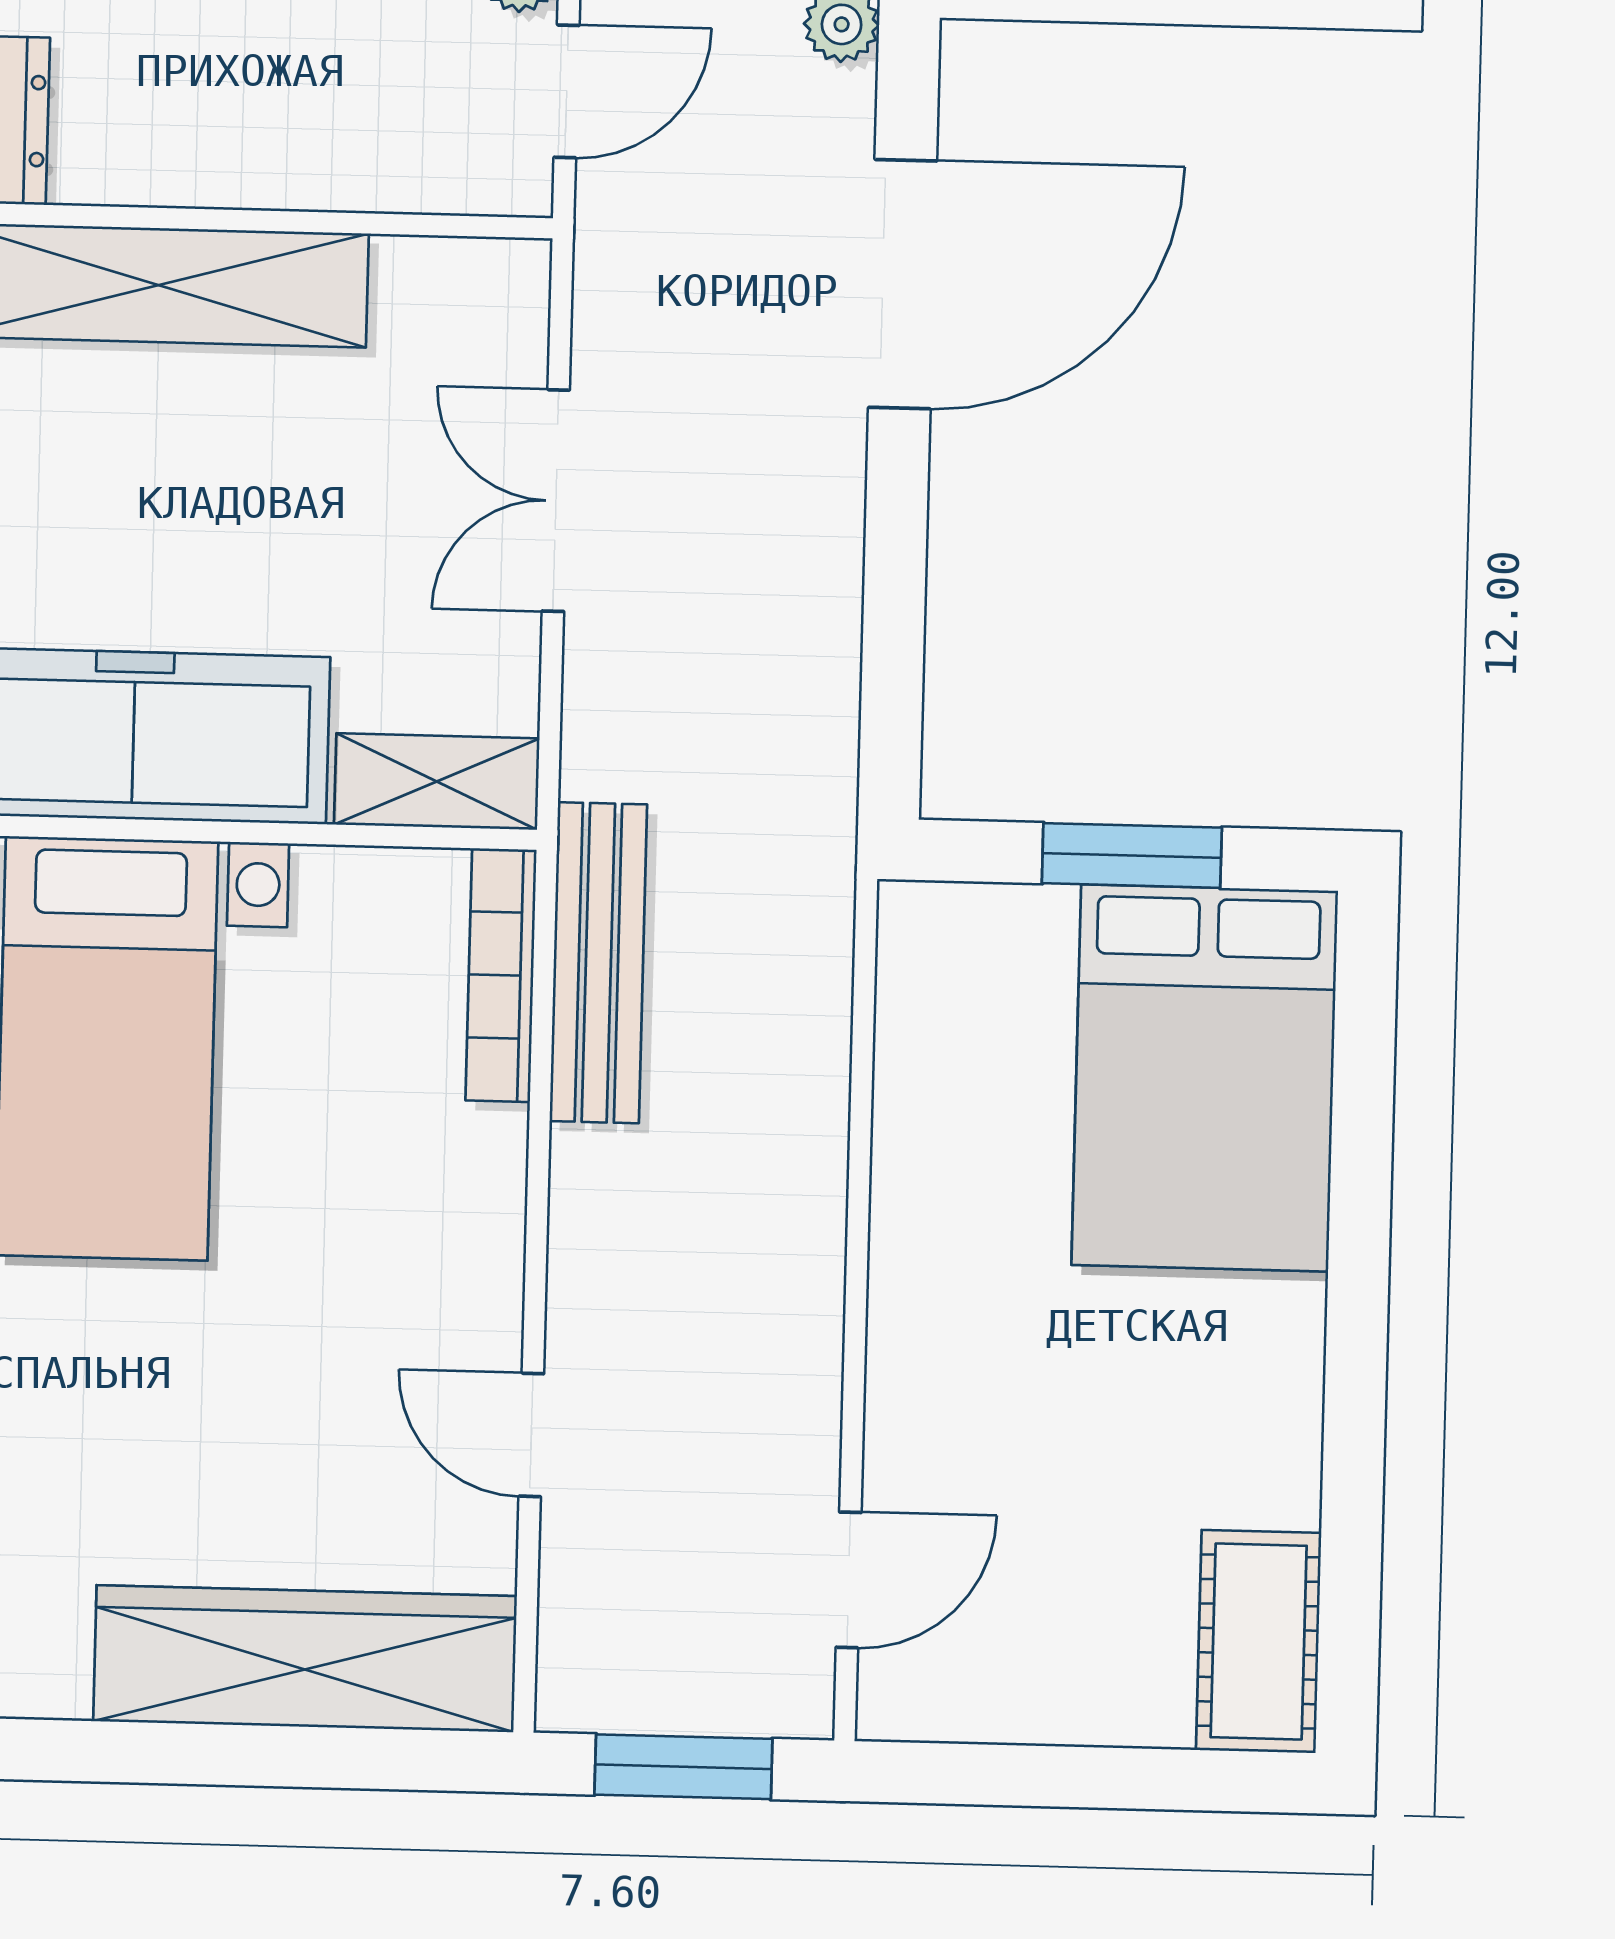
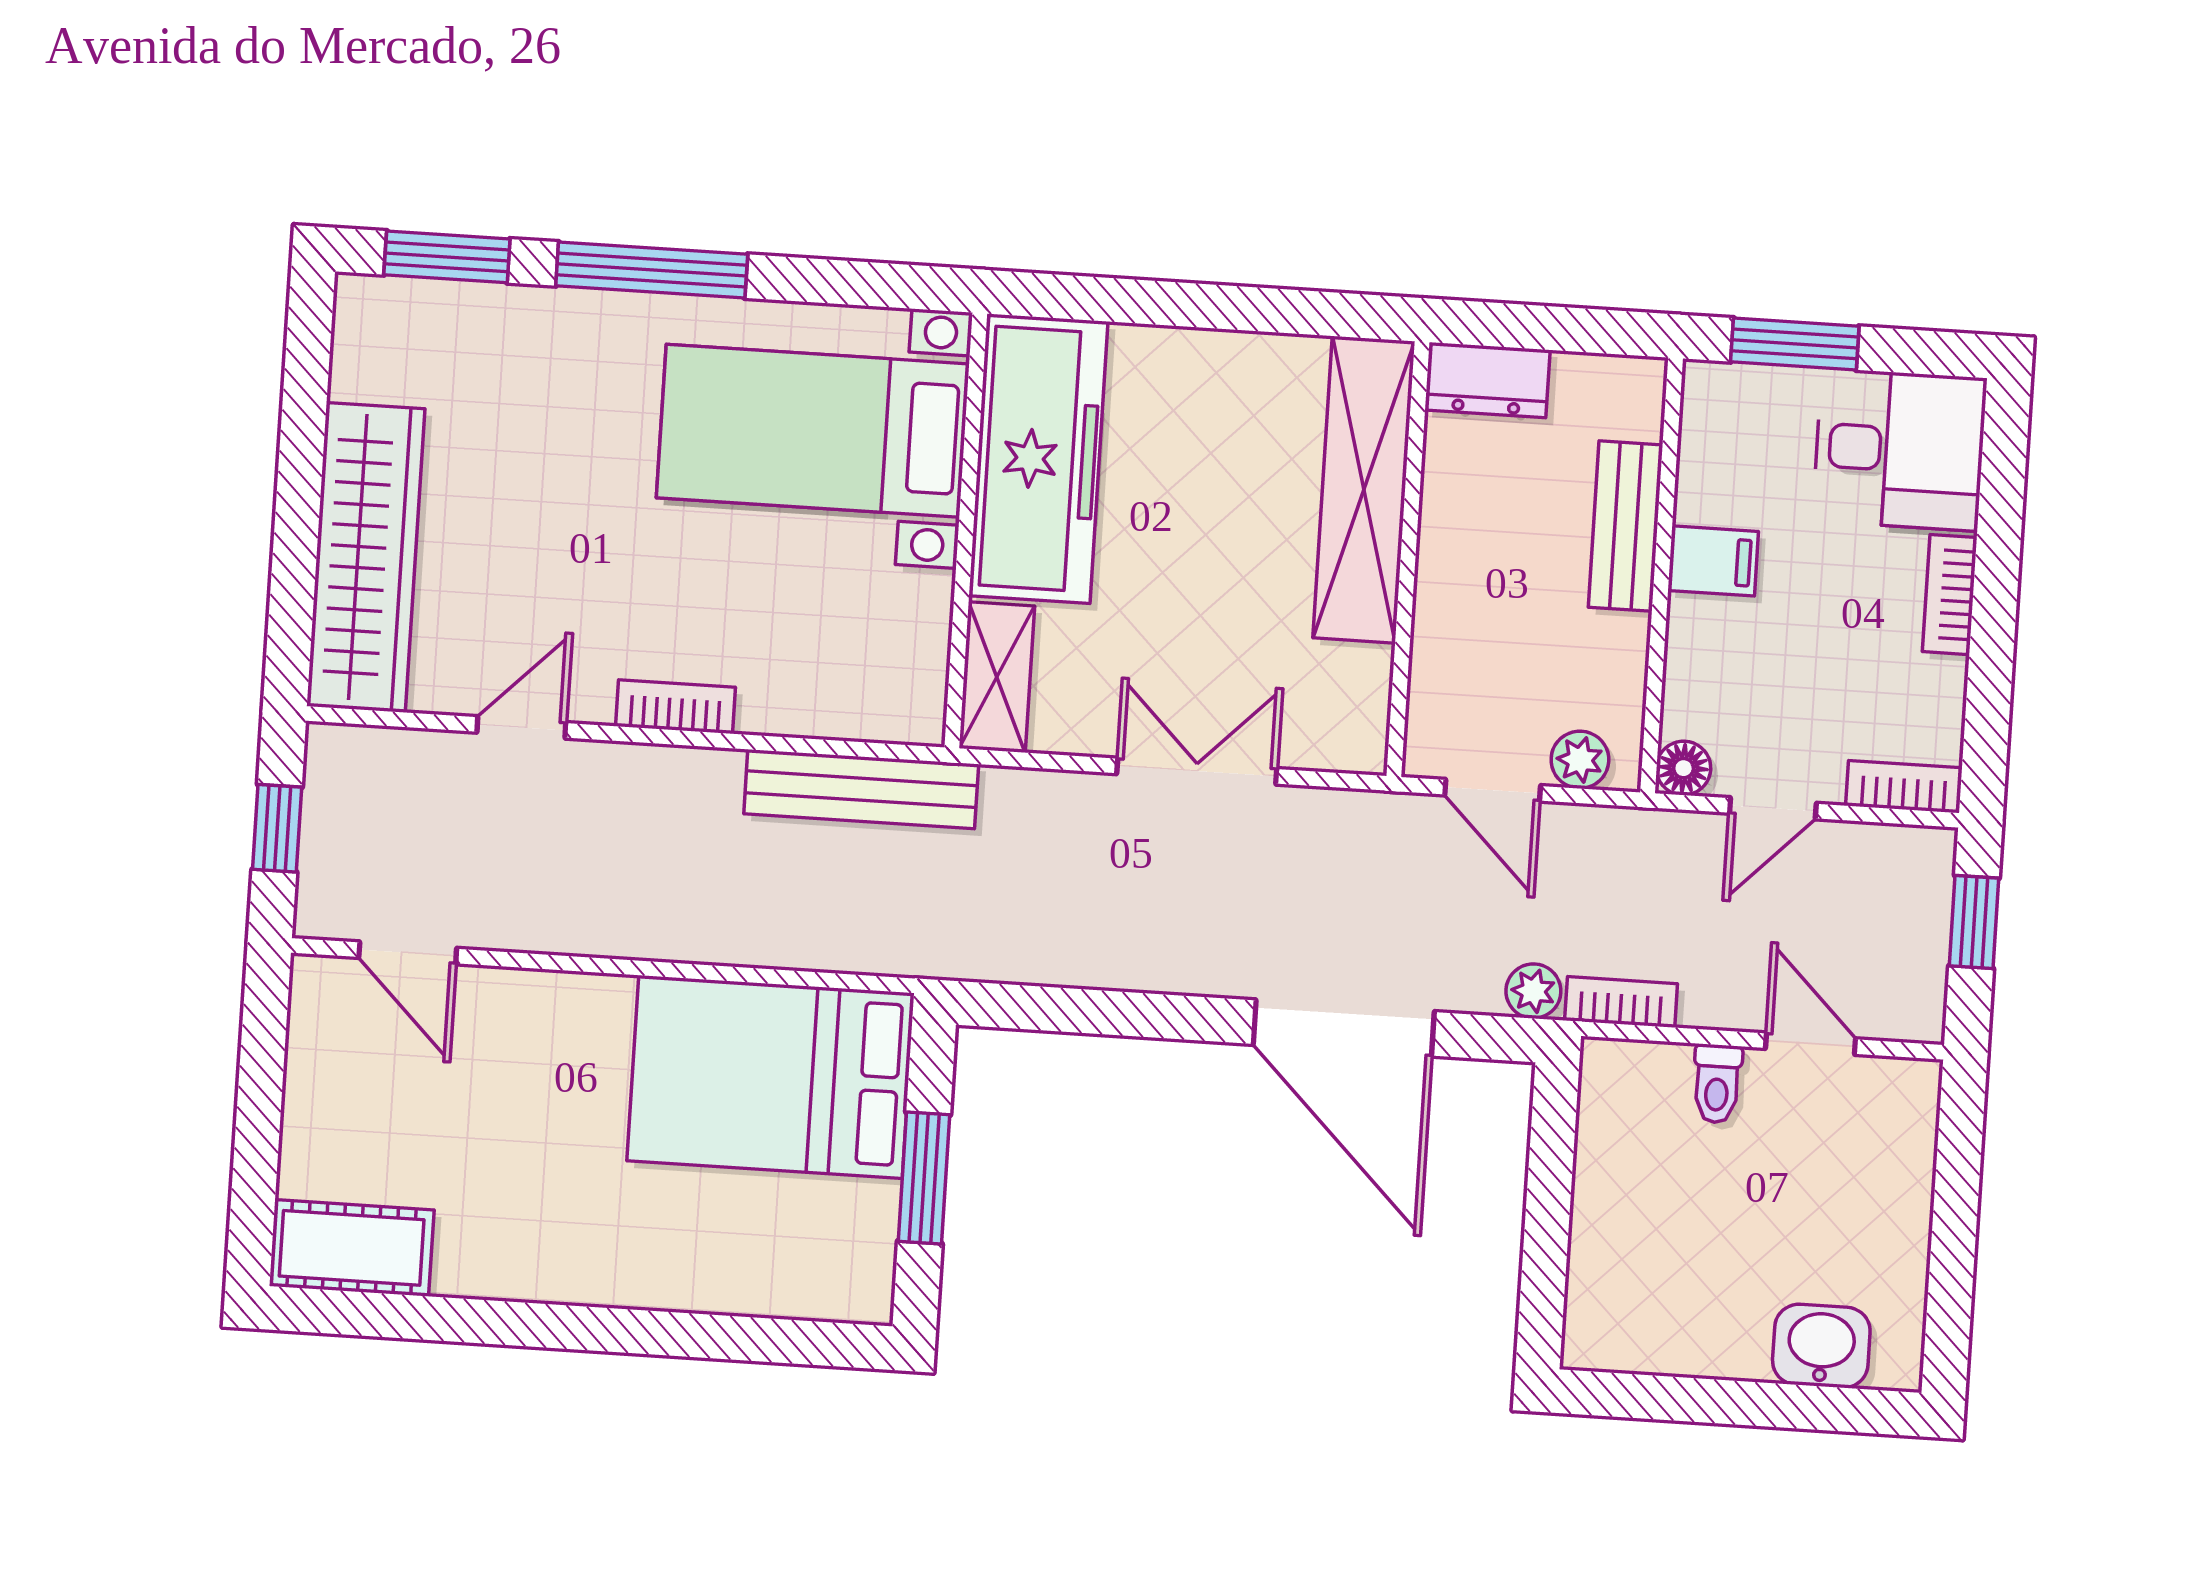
bookcase: (501, 975) -> (676, 707), moved, width x0.64
bed: (1205, 1078) -> (771, 1077), moved
window: (683, 1767) -> (277, 828), width x0.67

